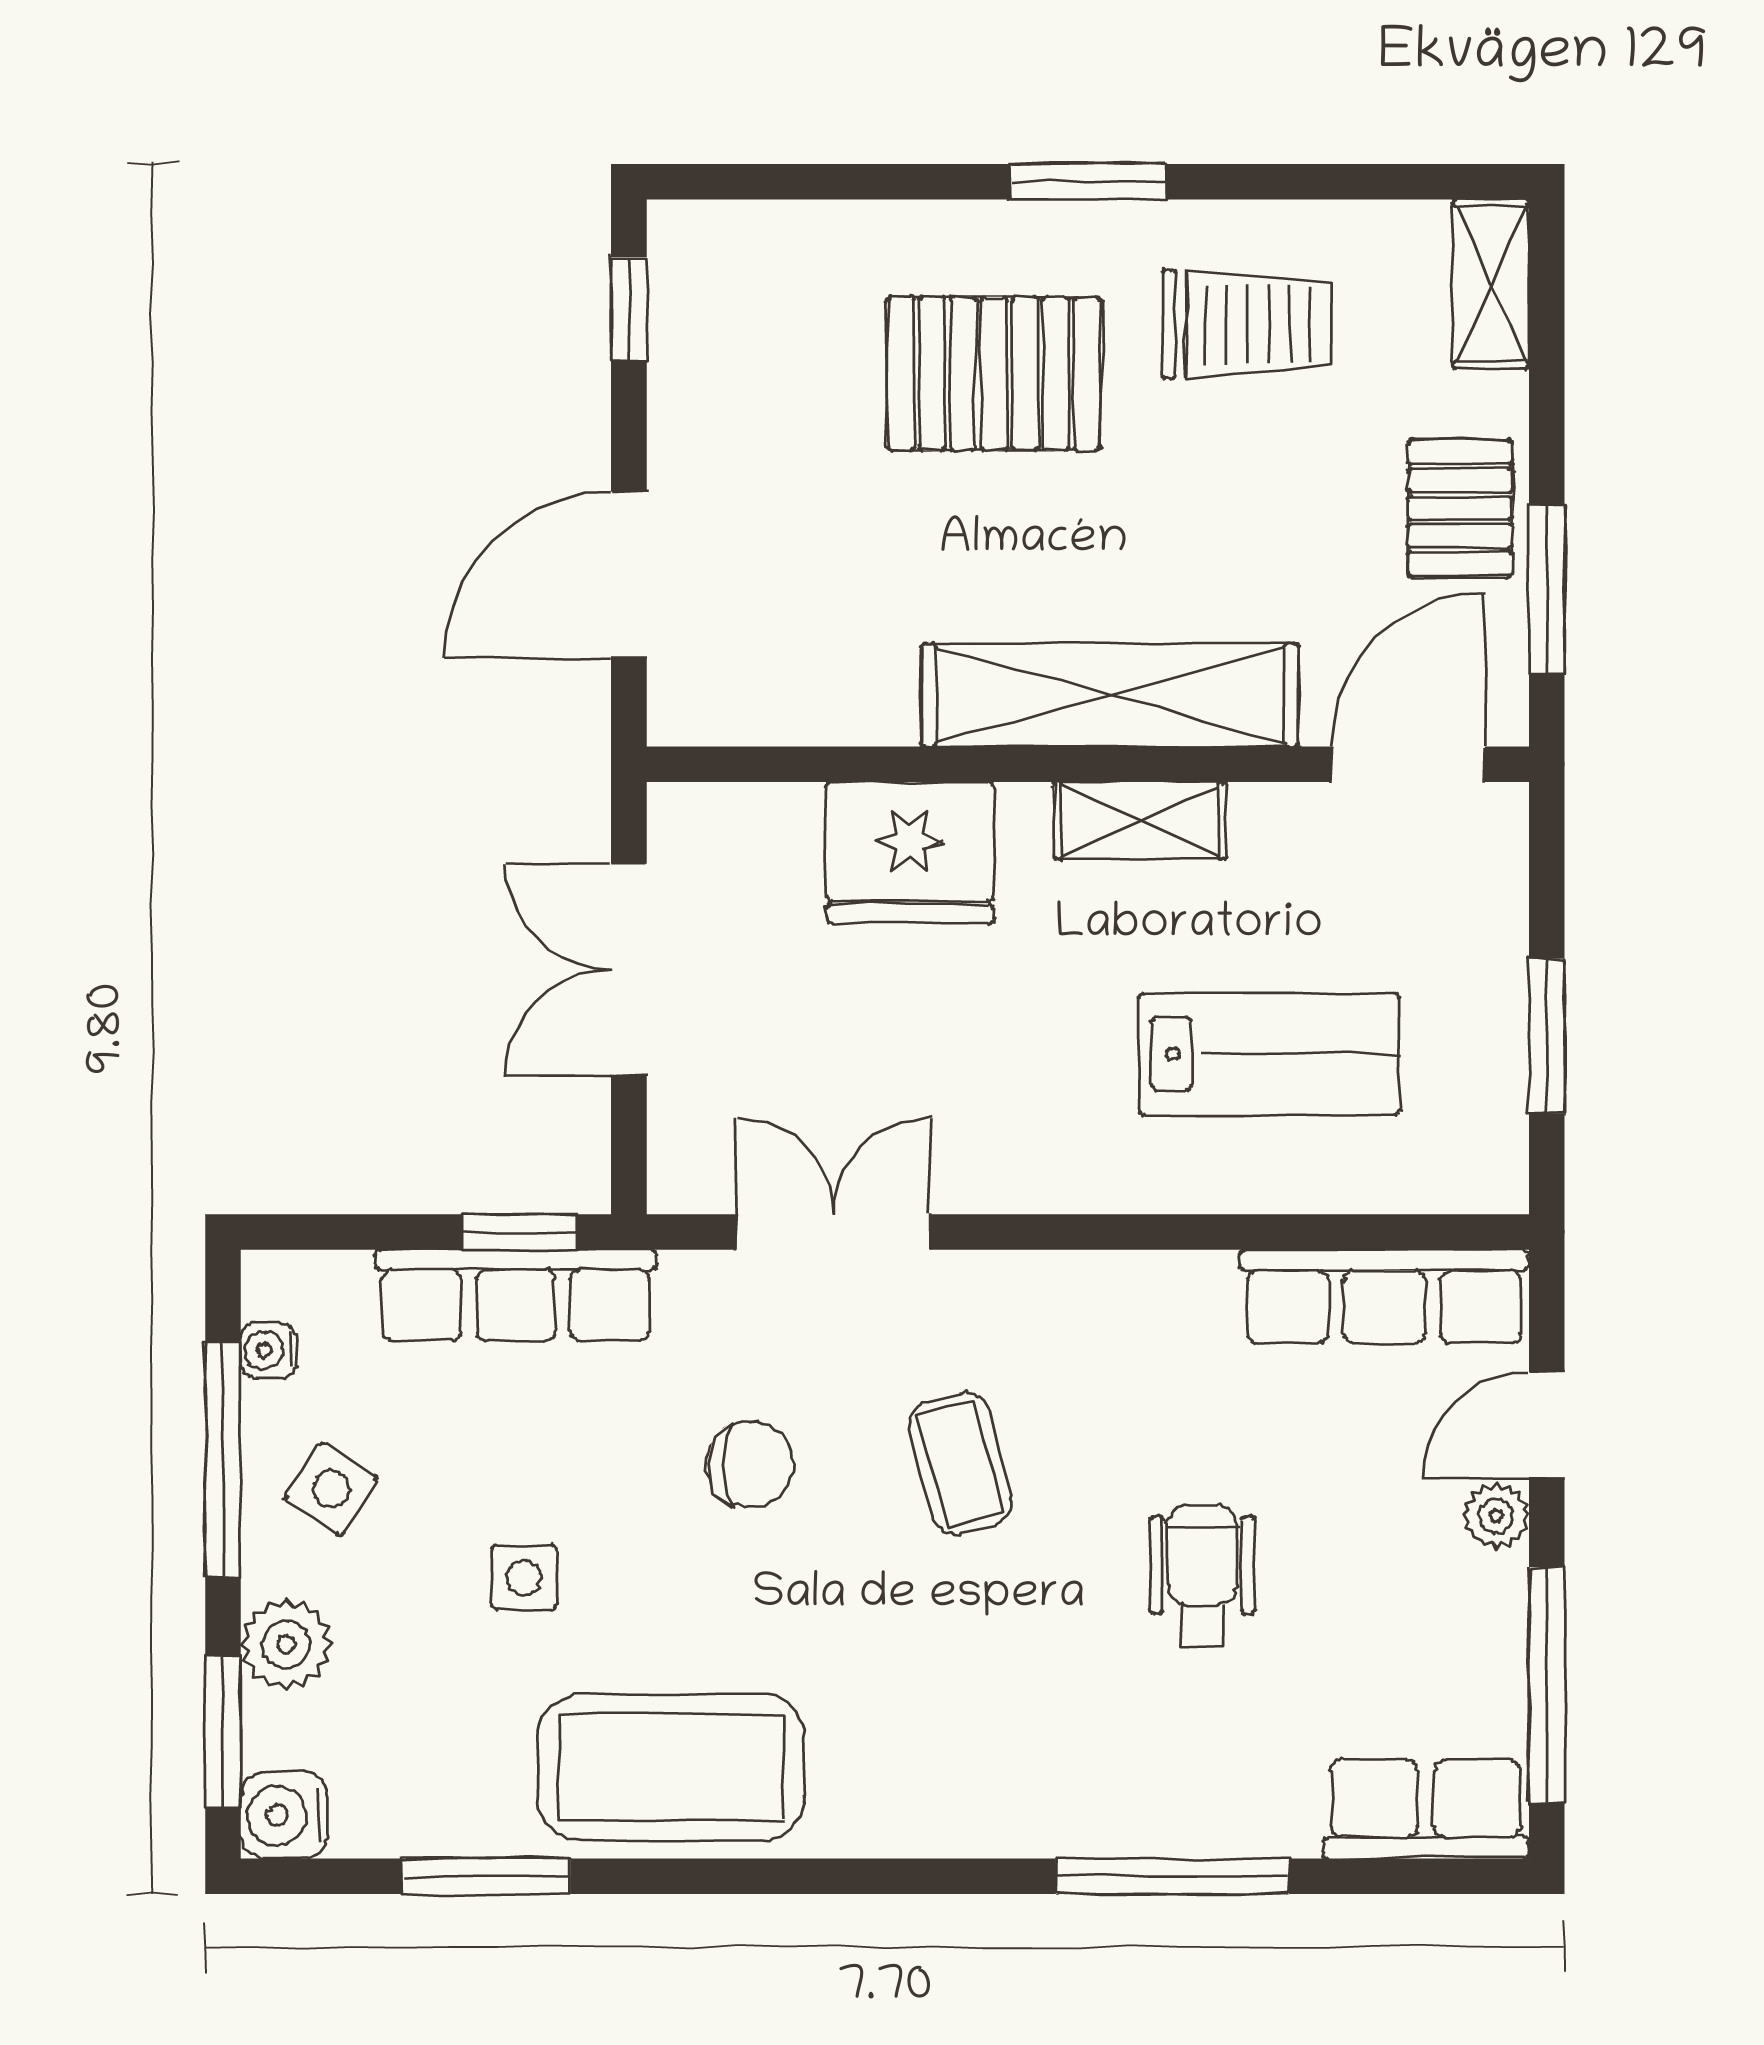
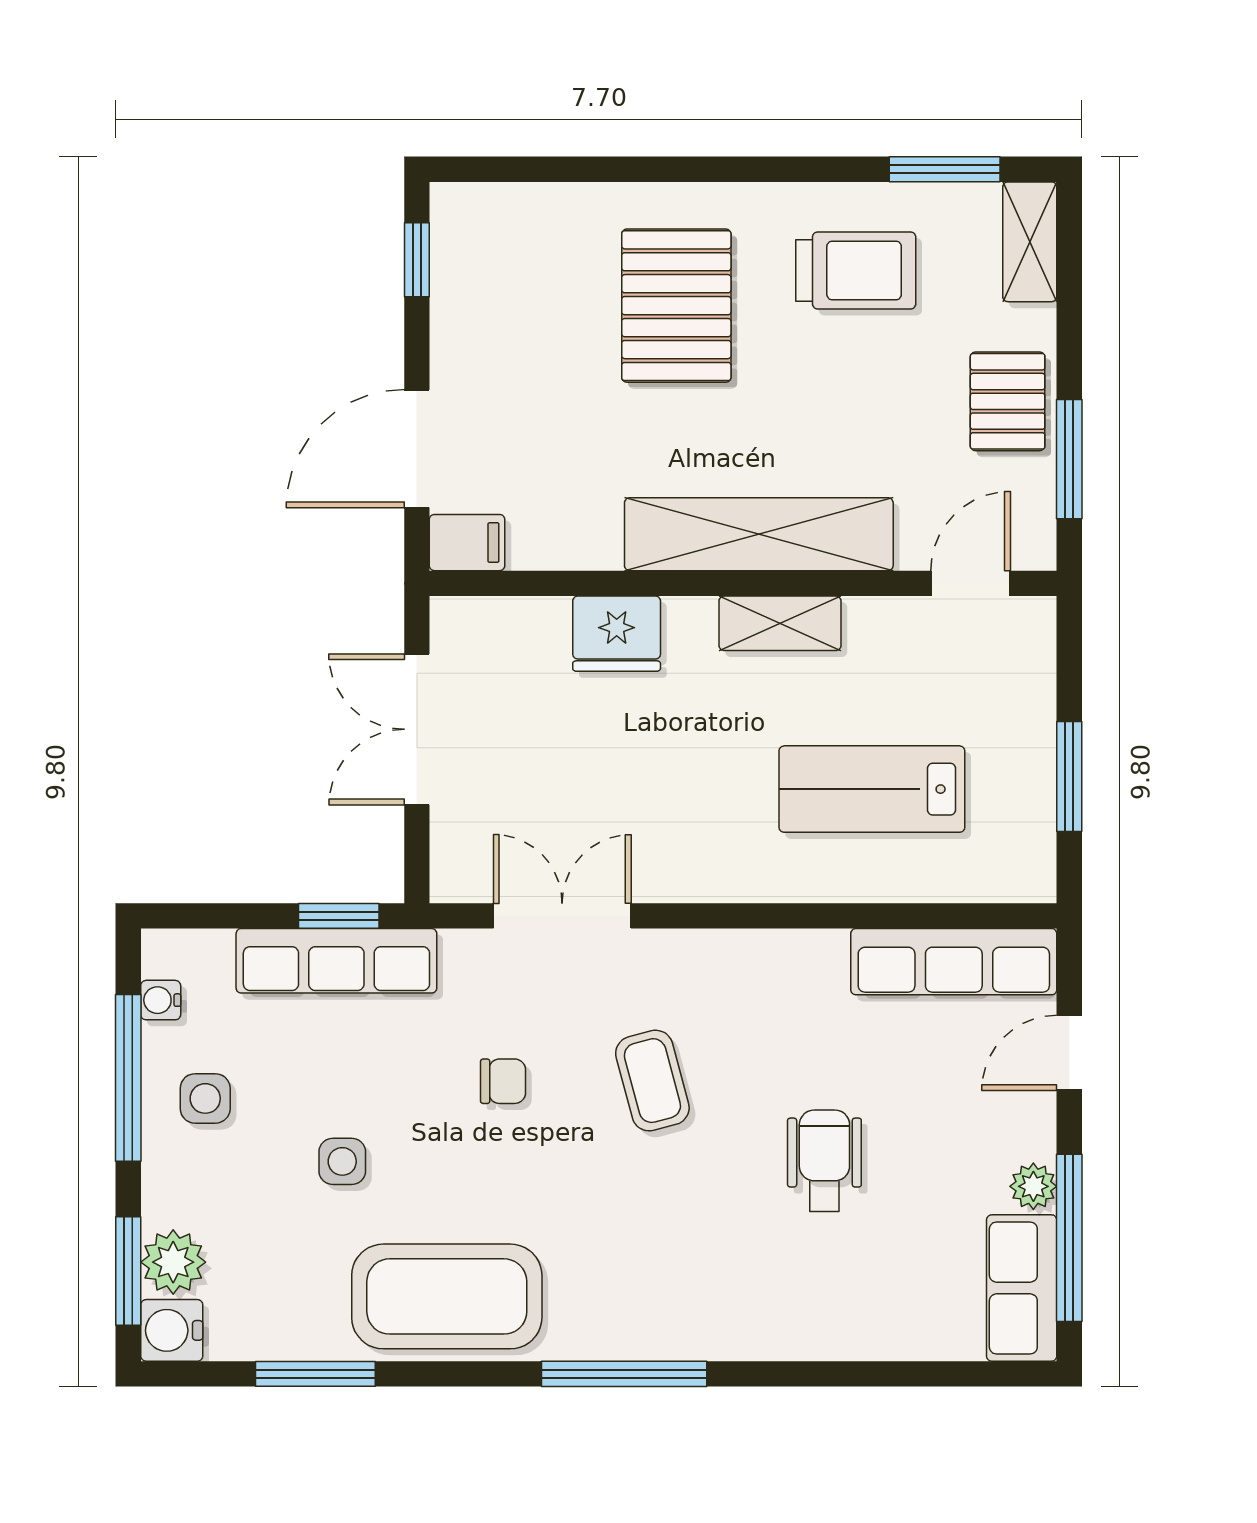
window: (1088, 182) -> (945, 169), moved
pallet: (994, 374) -> (676, 306), turned 90
filing cabinet: (700, 707) -> (467, 543), added
door: (1408, 764) -> (971, 583), width x0.73
fridge: (910, 853) -> (617, 634), width x0.73, depth x0.75
lab bench: (1269, 1054) -> (872, 789), turned 180
chair: (750, 1465) -> (503, 1081), width x0.73, depth x0.73
side table: (331, 1489) -> (205, 1098), turned -33
plant: (1496, 1516) -> (1033, 1186), moved
plant: (286, 1644) -> (173, 1262), moved
row of seats: (1426, 1809) -> (1022, 1288), moved, turned -90
window: (1172, 1876) -> (624, 1374), moved

